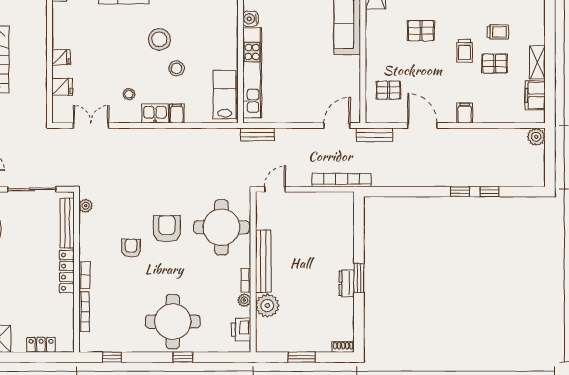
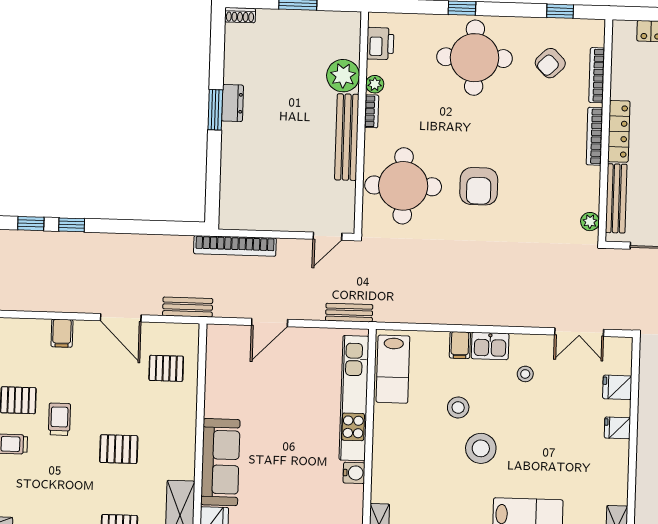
door: (337, 126) -> (270, 322), moved
armchair: (131, 248) -> (550, 63), moved, turned 46
bookcase: (84, 275) -> (594, 136), width x1.56

